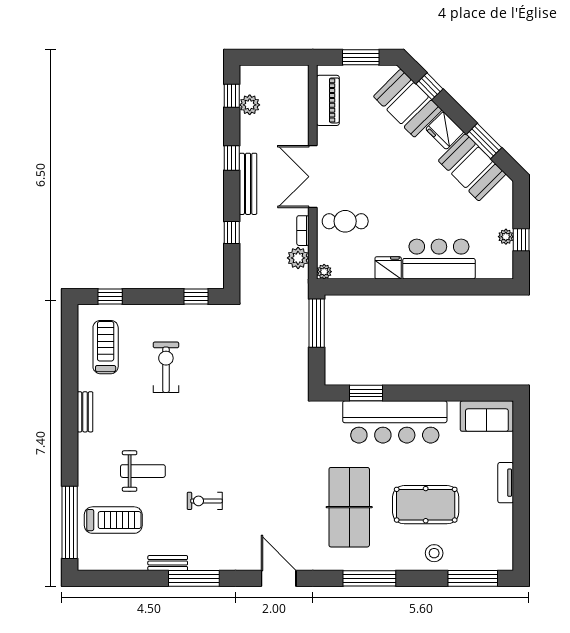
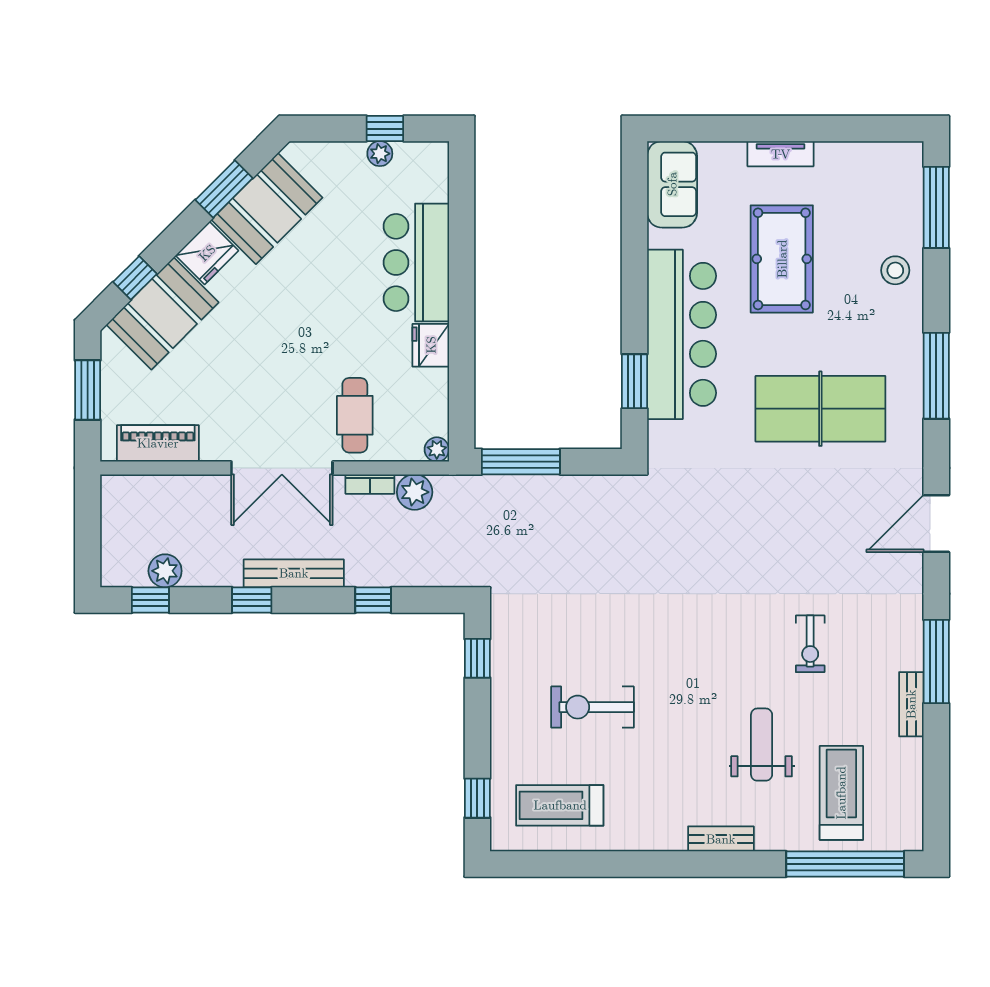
bench: (85, 412) -> (721, 839), moved
pool table: (426, 505) -> (782, 259), moved

